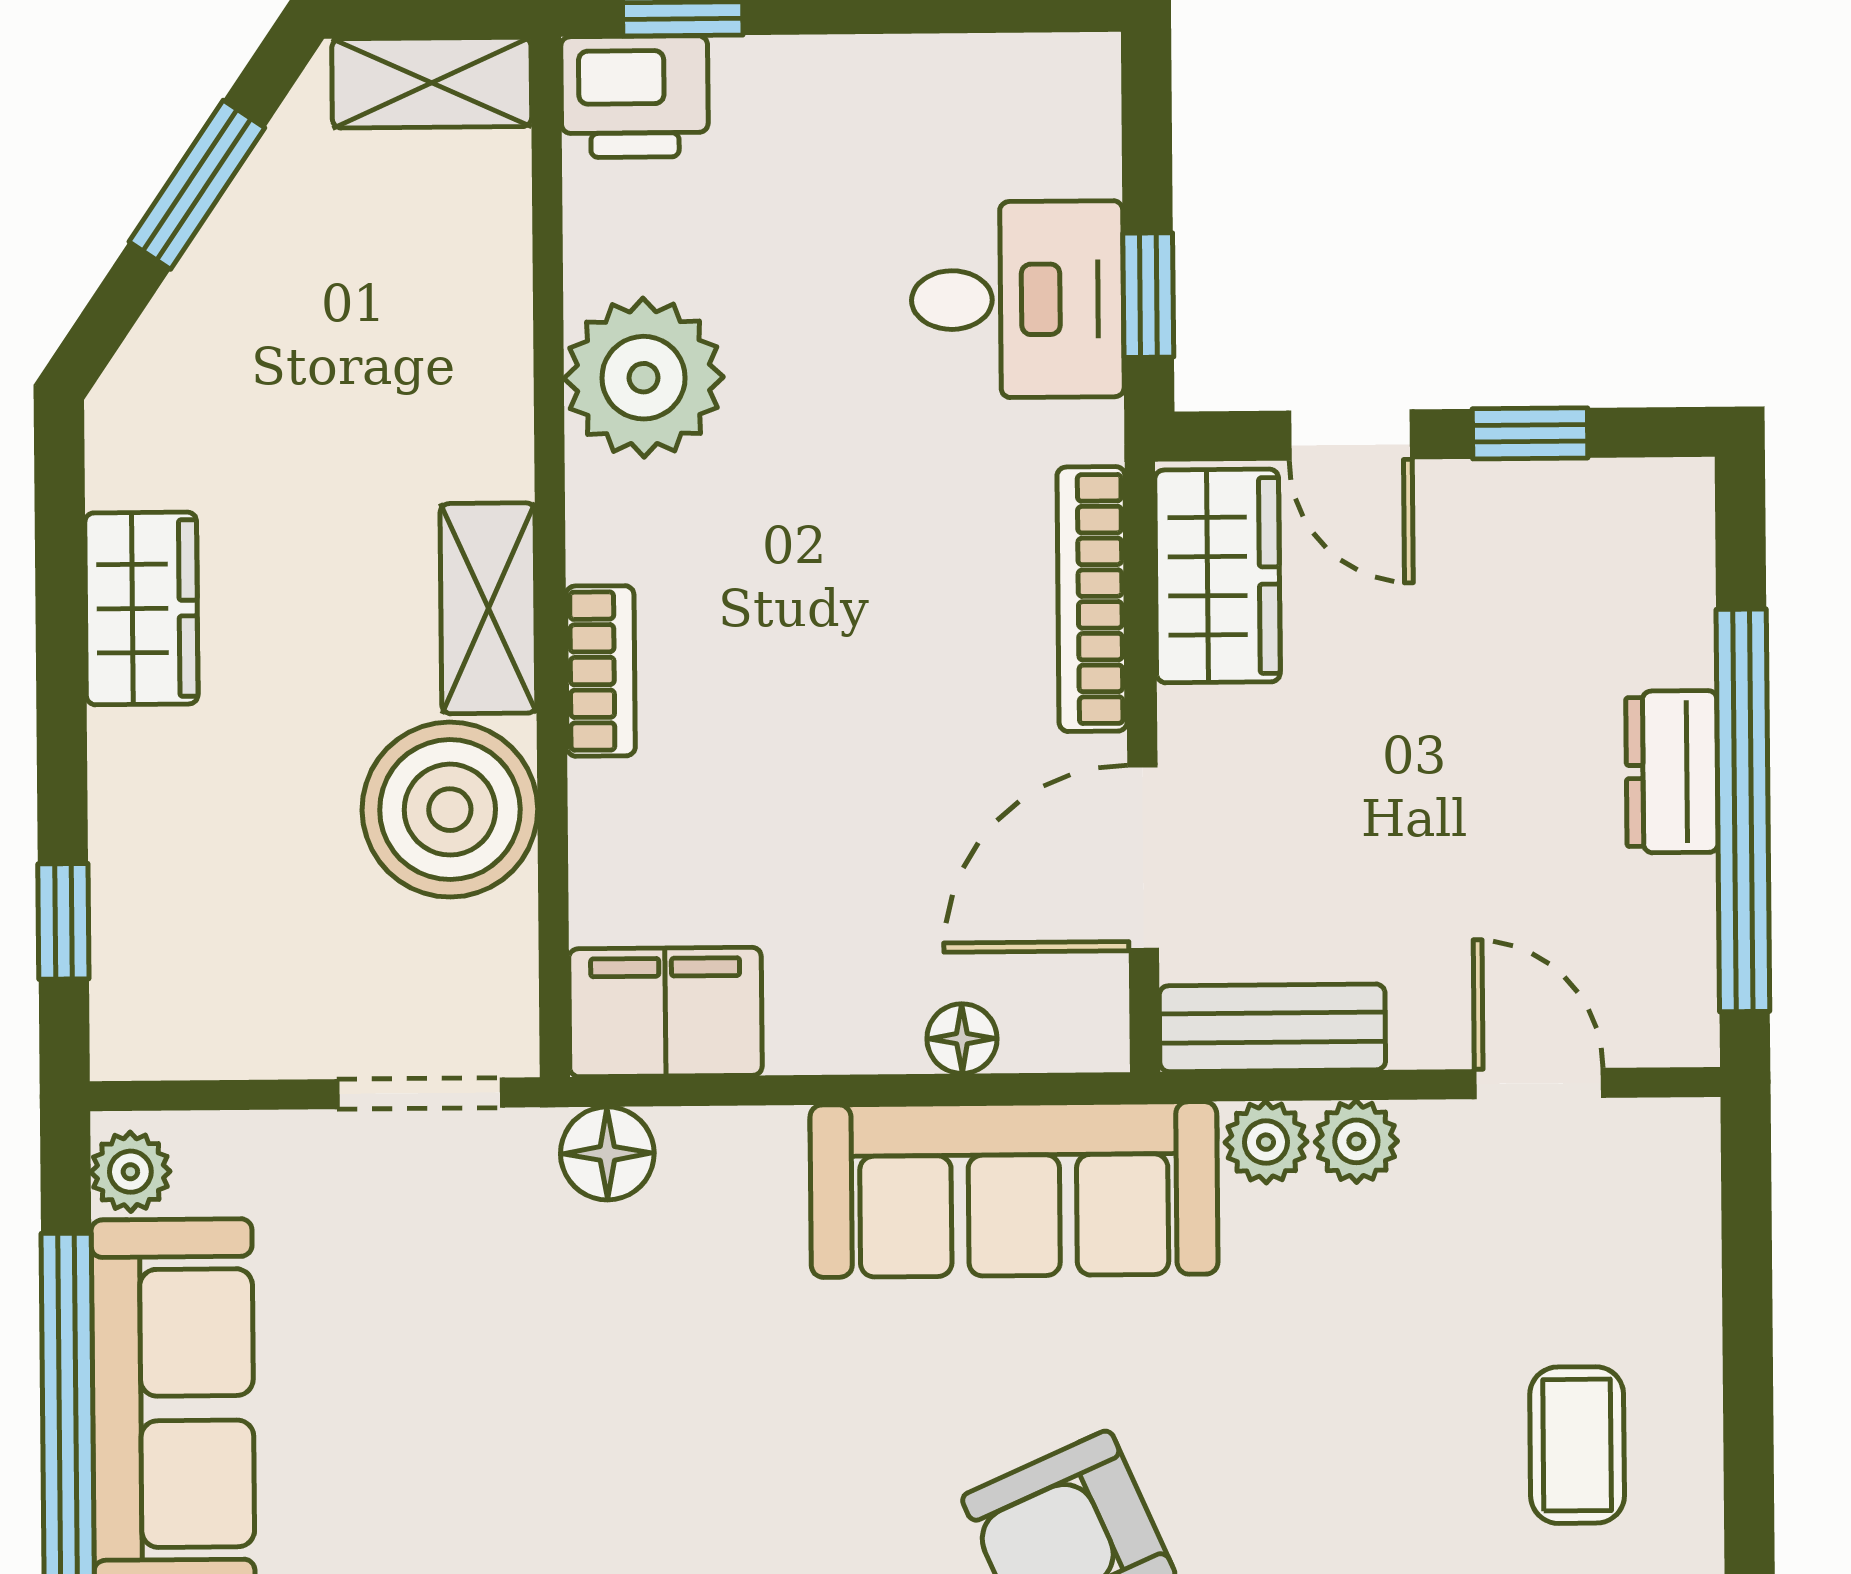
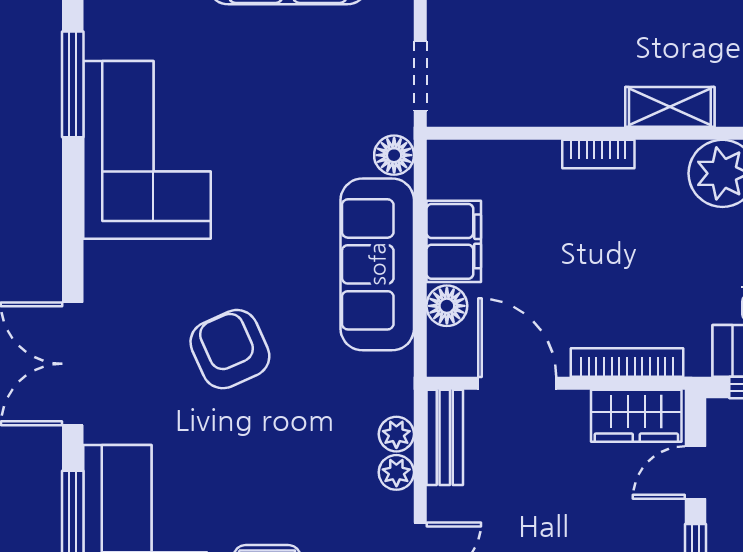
shelving: (488, 608) -> (670, 107), moved
boiler: (450, 810) -> (540, 90), removed
filing cabinet: (665, 1012) -> (454, 241), moved
floor lamp: (962, 1039) -> (447, 306), width x1.37, depth x1.37
sofa: (1014, 1189) -> (377, 264), moved

